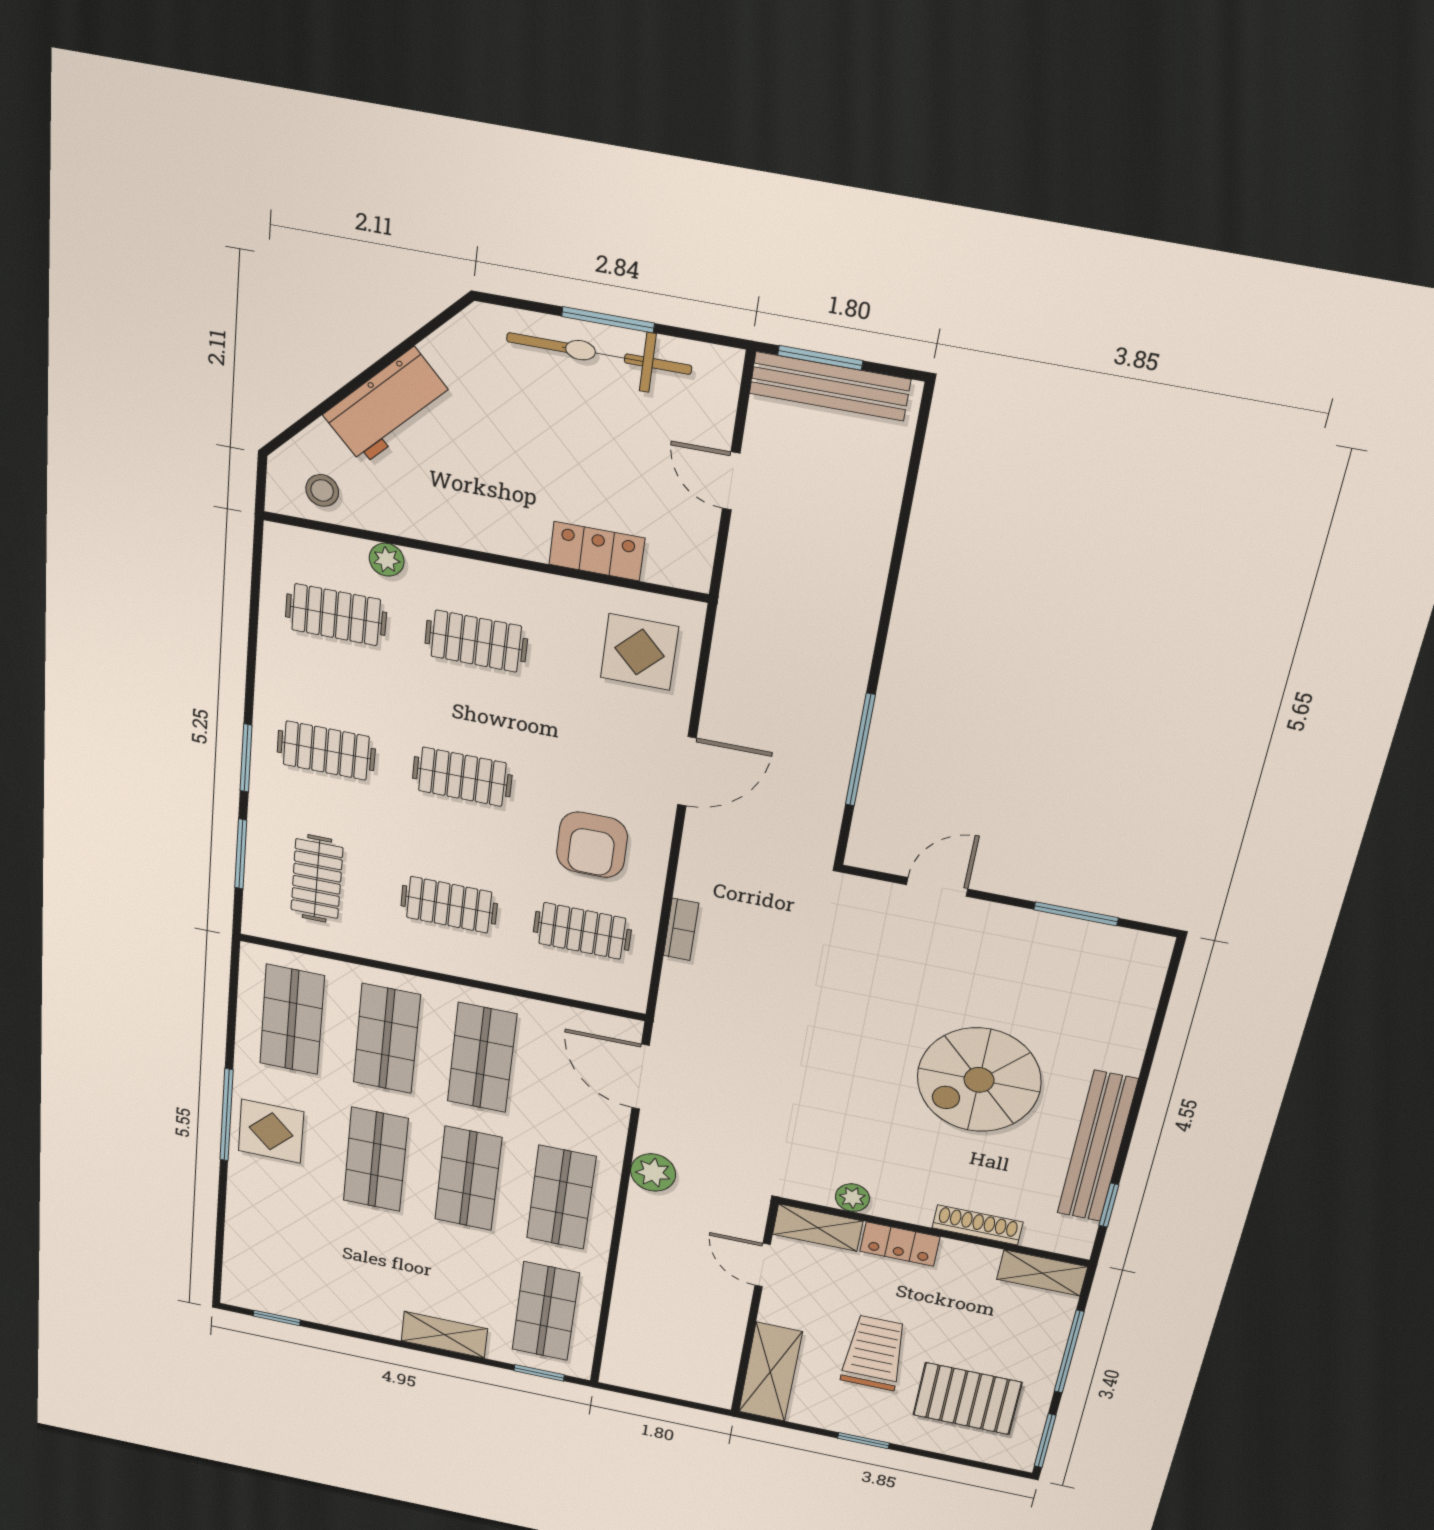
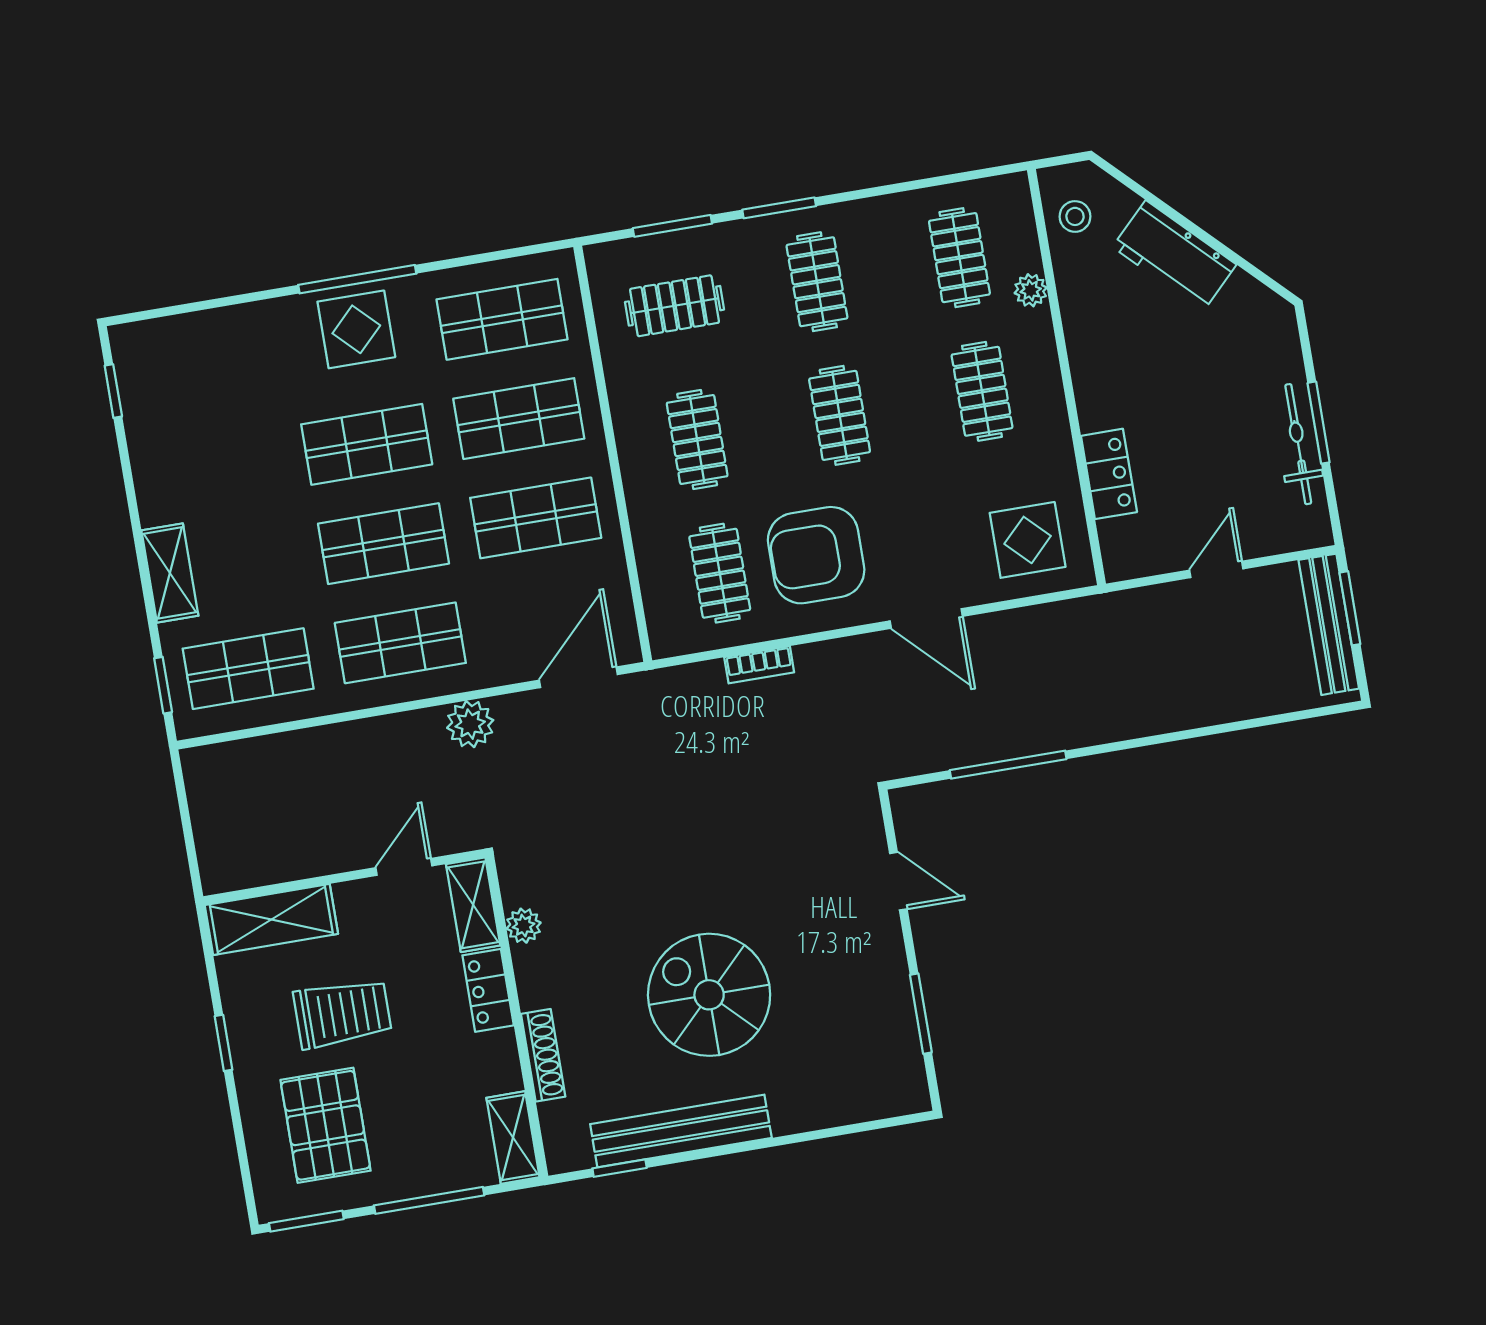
bicycle: (599, 353) -> (1298, 444), width x0.73, depth x0.71
armchair: (592, 845) -> (816, 555), width x1.36, depth x1.36

